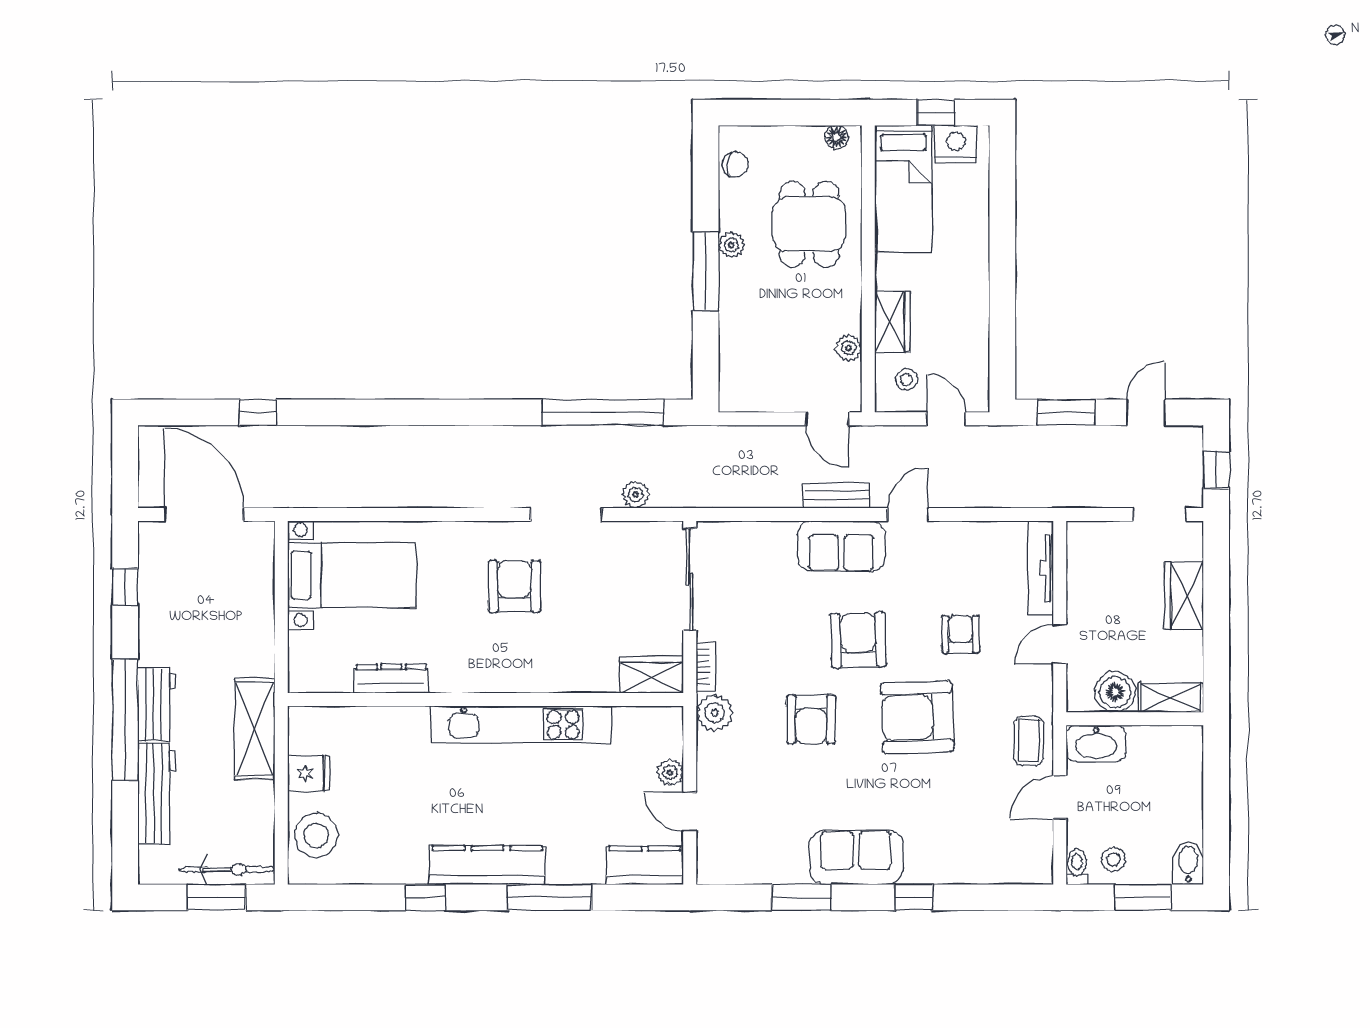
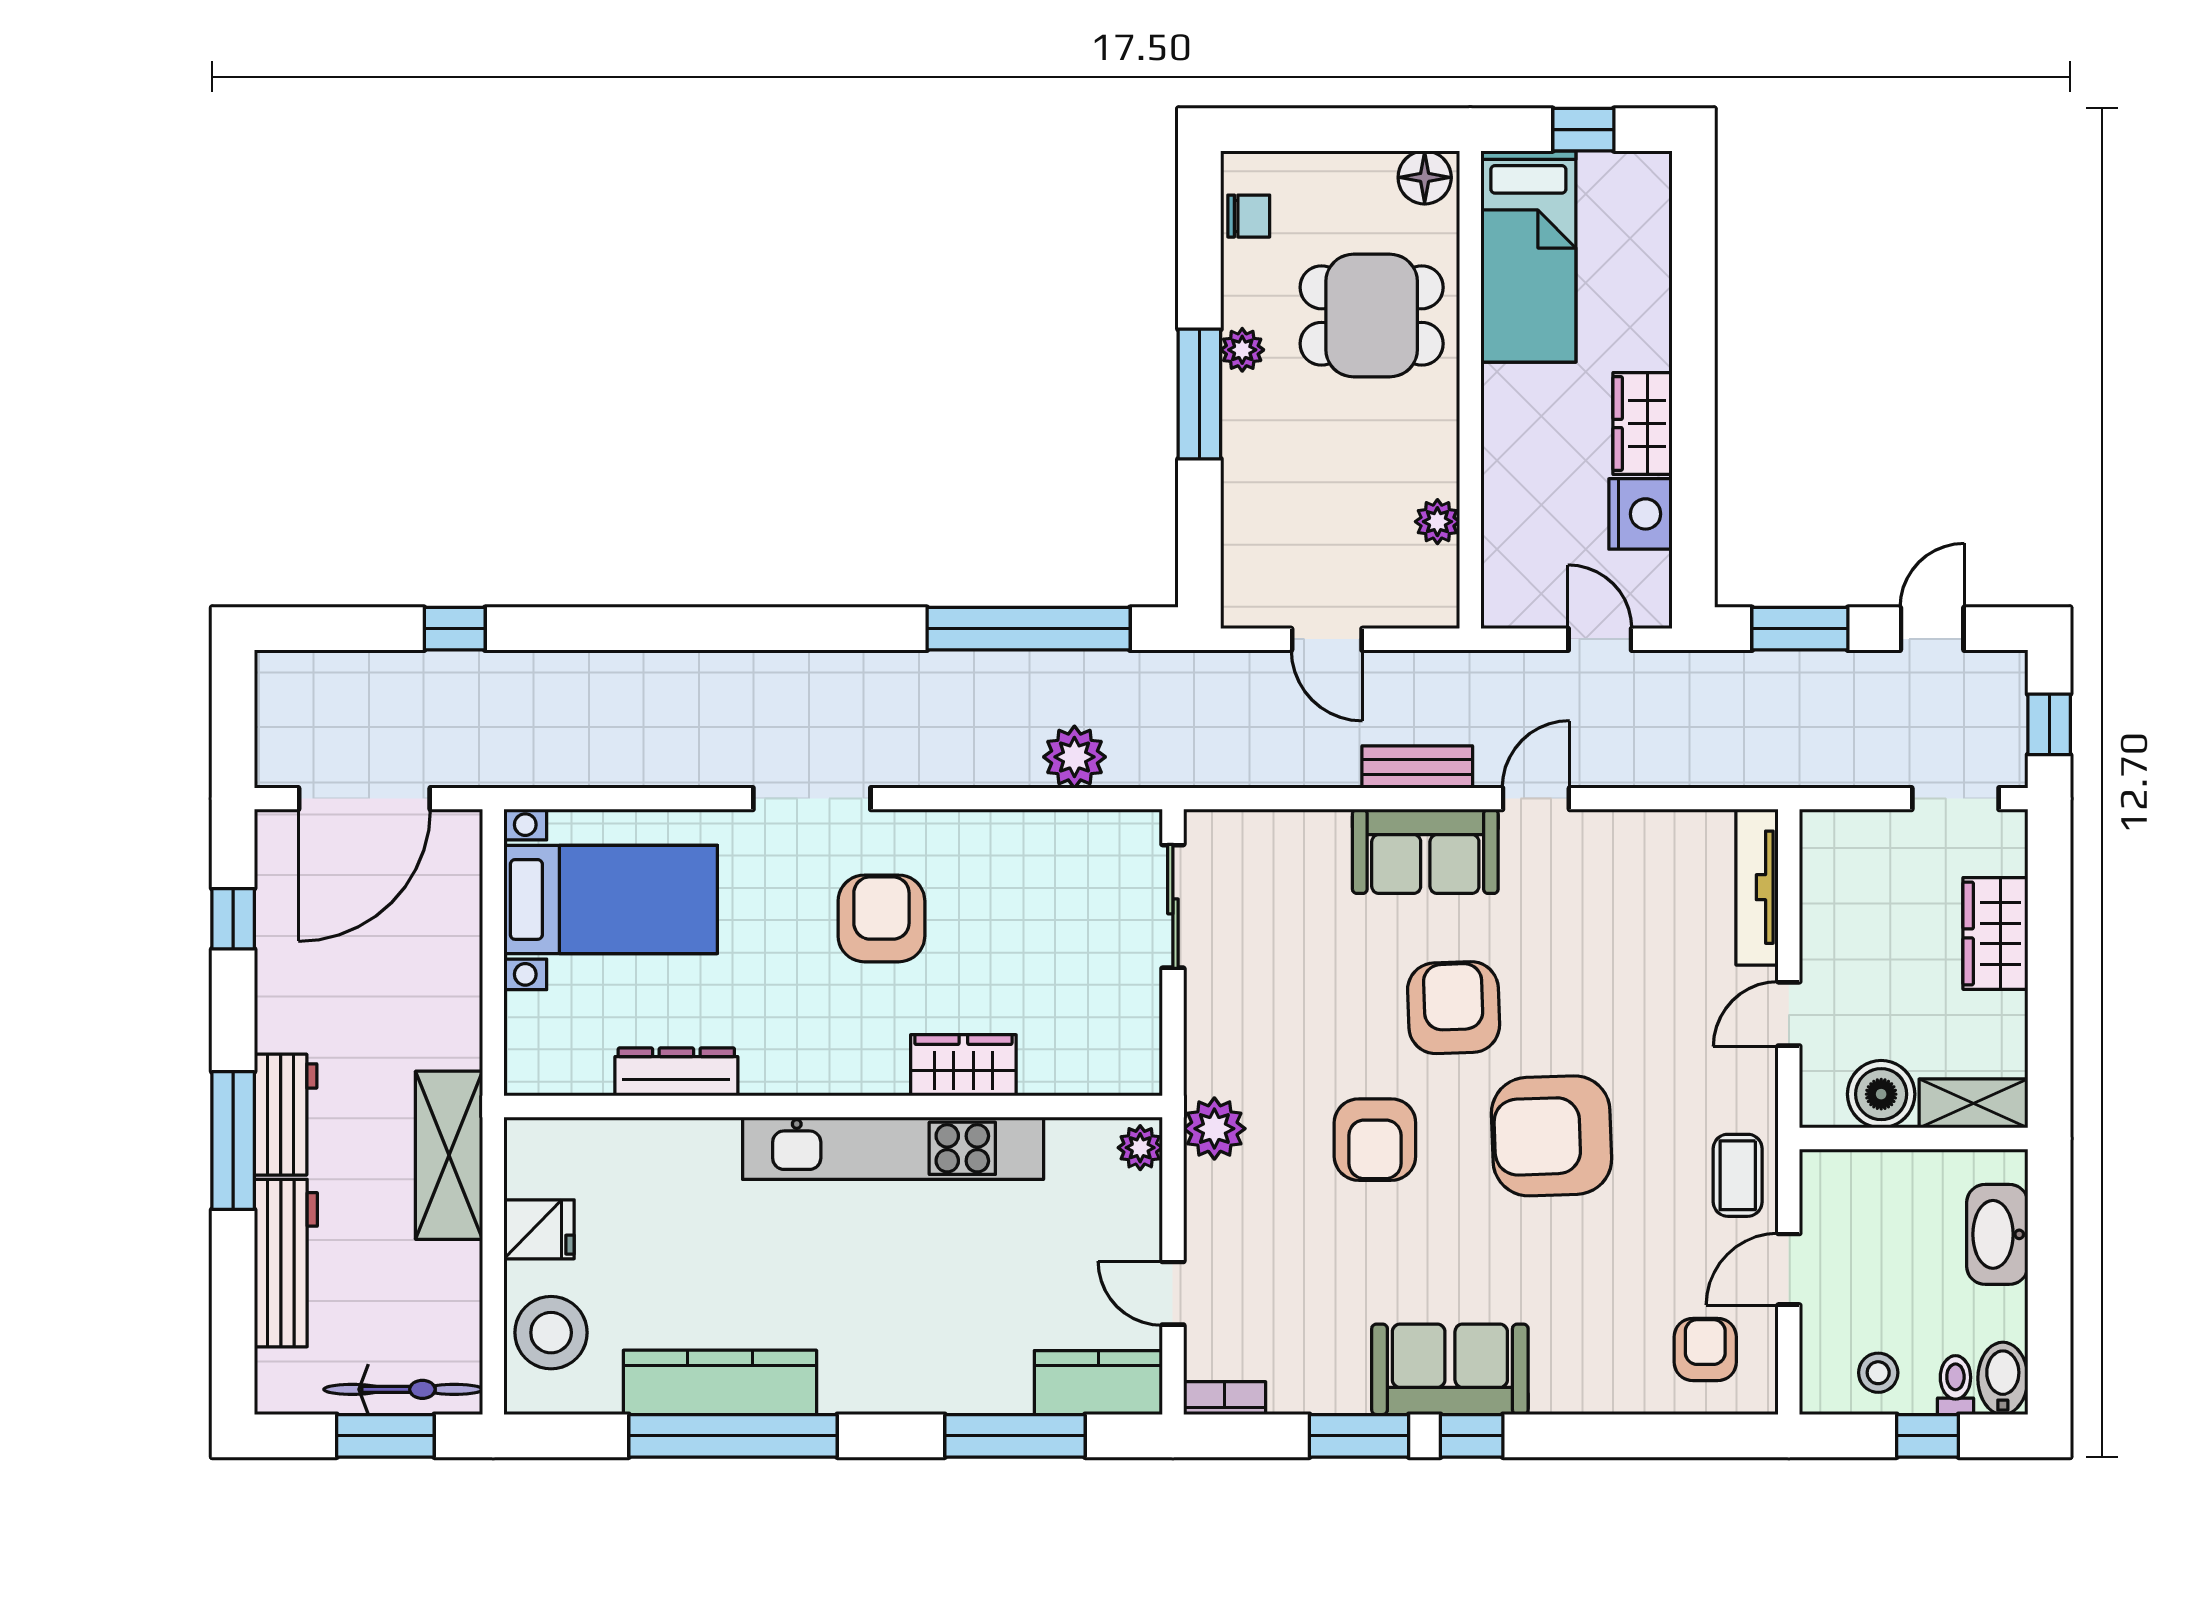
floor lamp: (837, 137) -> (1425, 177), width x1.37, depth x1.37
nightstand: (956, 144) -> (1640, 514), moved, turned 90
dining table: (809, 224) -> (1372, 316), turned 90
wardrobe: (892, 322) -> (1642, 424), moved, turned 180
stool: (907, 379) -> (1534, 574), removed
door: (827, 419) -> (1327, 639), moved
plant: (636, 495) -> (1074, 757), width x1.38, depth x1.38
door: (204, 514) -> (364, 799), swing flipped
doorway: (566, 514) -> (812, 799), moved
sliding door: (690, 579) -> (1173, 906), width x0.73
armchair: (960, 634) -> (1705, 1350), moved
bookcase: (706, 667) -> (1225, 1398), moved, turned -90
wardrobe: (652, 675) -> (963, 1065), moved
window: (125, 720) -> (233, 1141), width x0.68
washbasin: (1096, 743) -> (1997, 1234), moved, turned 90
plant: (670, 772) -> (1140, 1148), moved
kitchen counter: (487, 865) -> (720, 1382), moved
toilet: (1077, 867) -> (1955, 1385), moved
window: (425, 897) -> (733, 1436), width x3.17
window: (549, 897) -> (1015, 1436), moved
window: (914, 897) -> (1472, 1436), moved
window: (1143, 897) -> (1928, 1436), width x0.67

